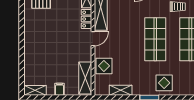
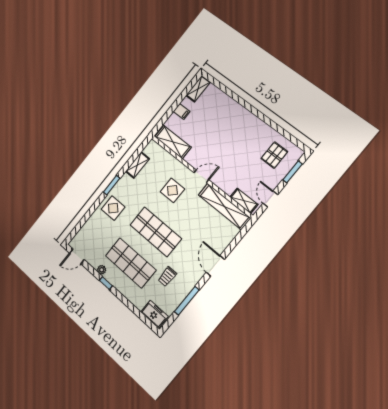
locker: (87, 19) -> (224, 184), removed
door: (93, 39) -> (201, 176), swing flipped
display table: (104, 66) -> (172, 190), moved

